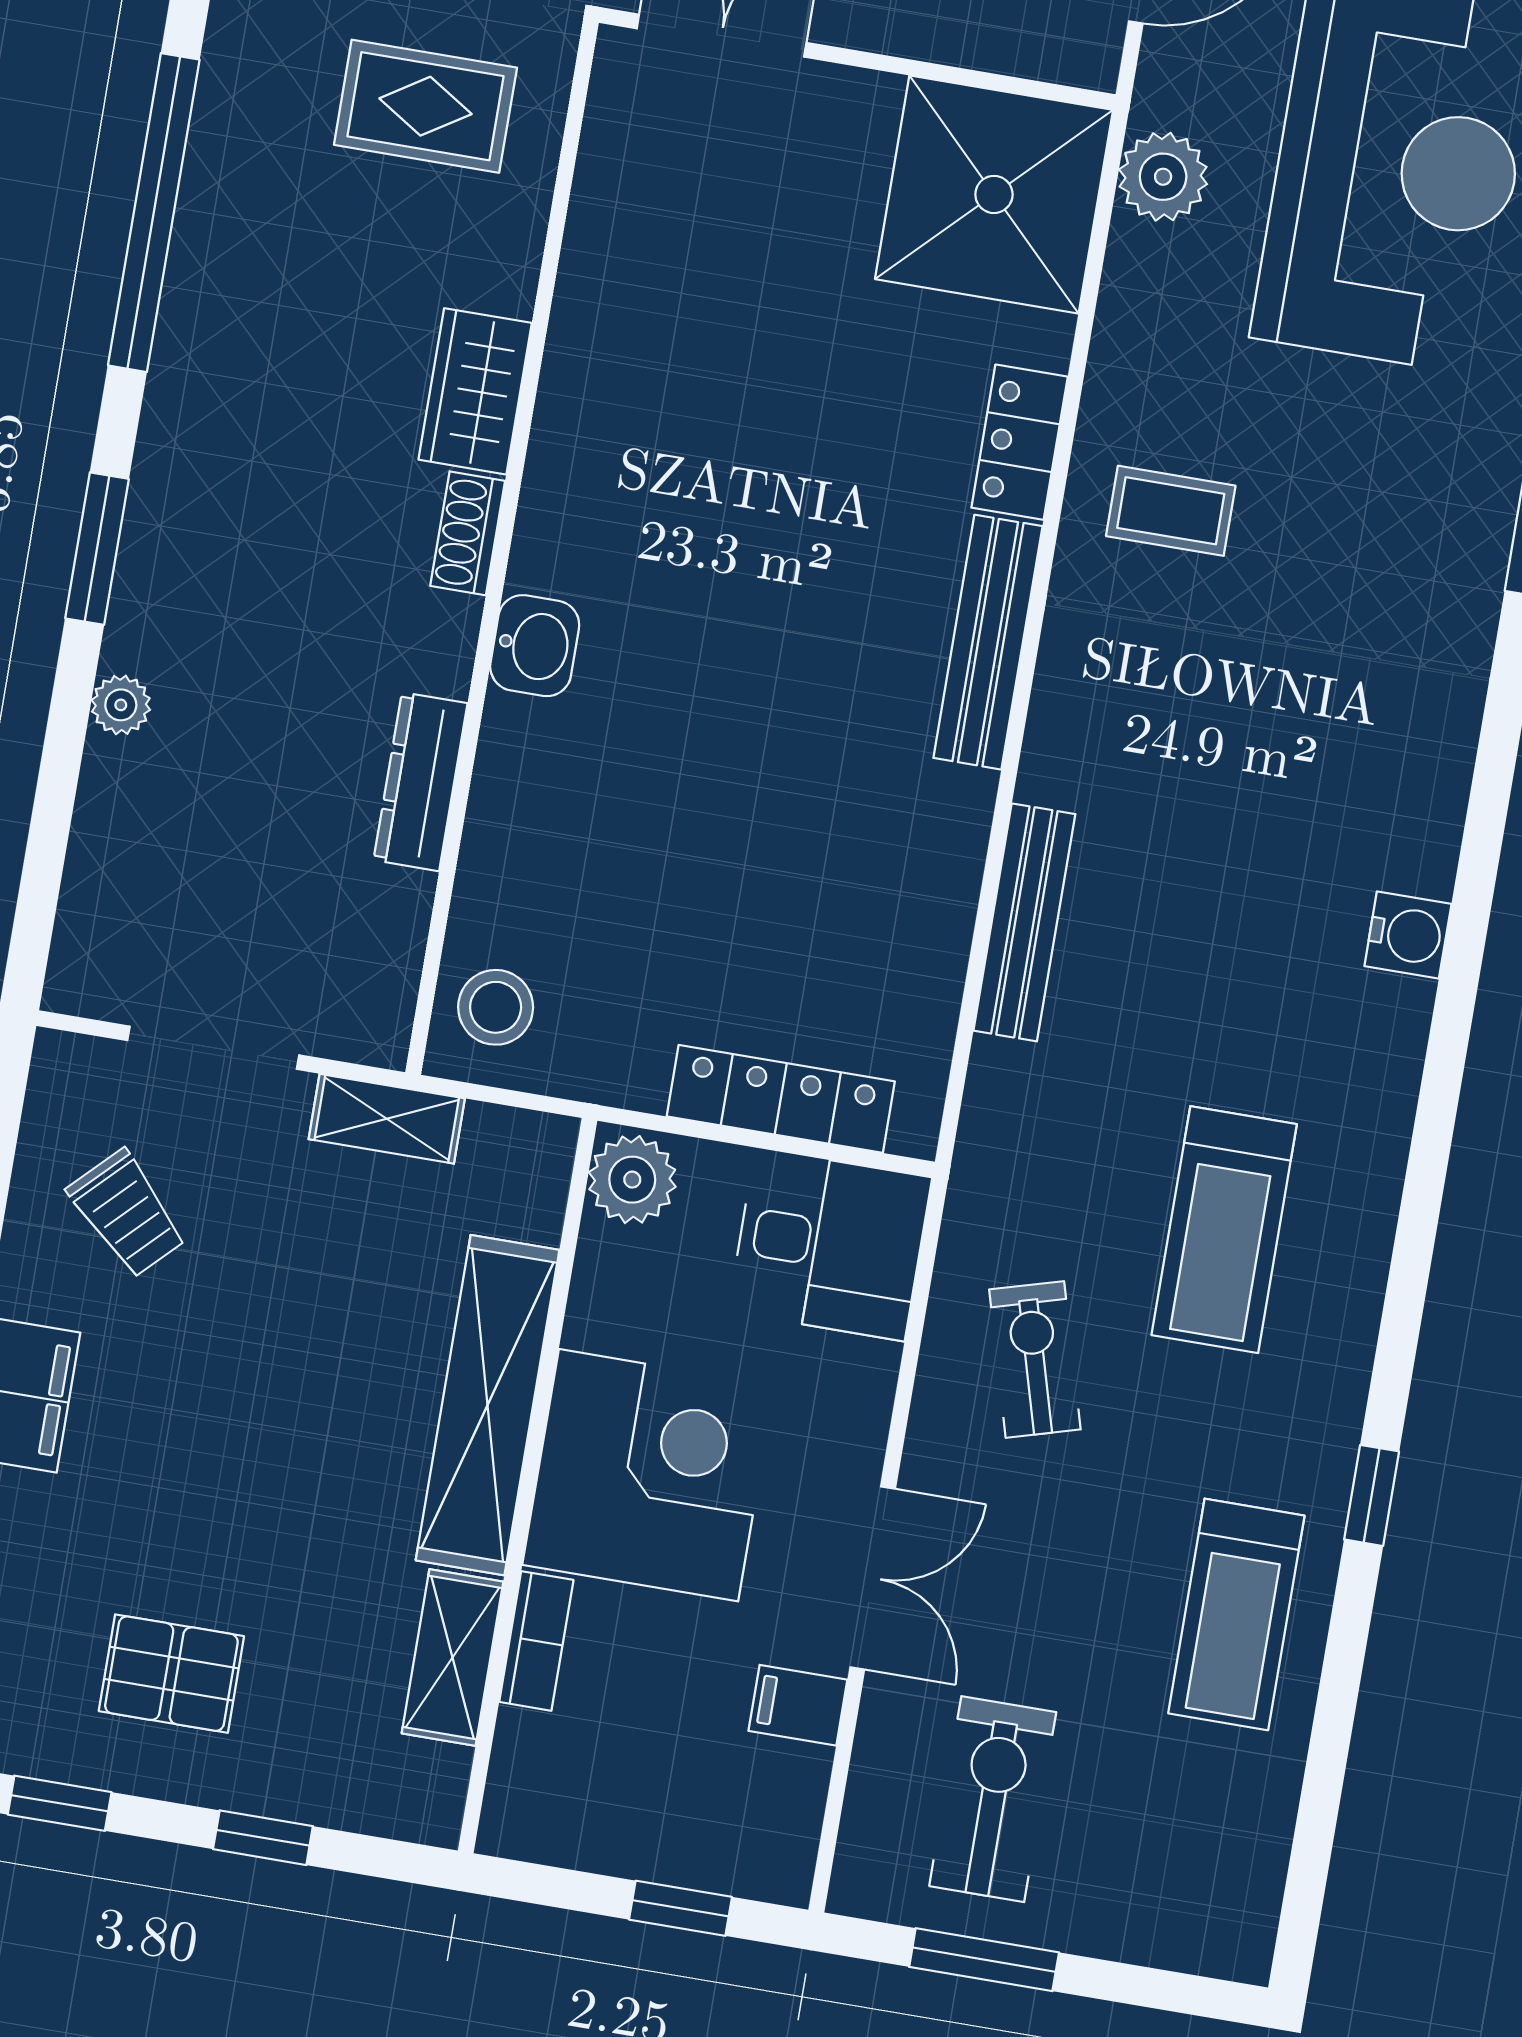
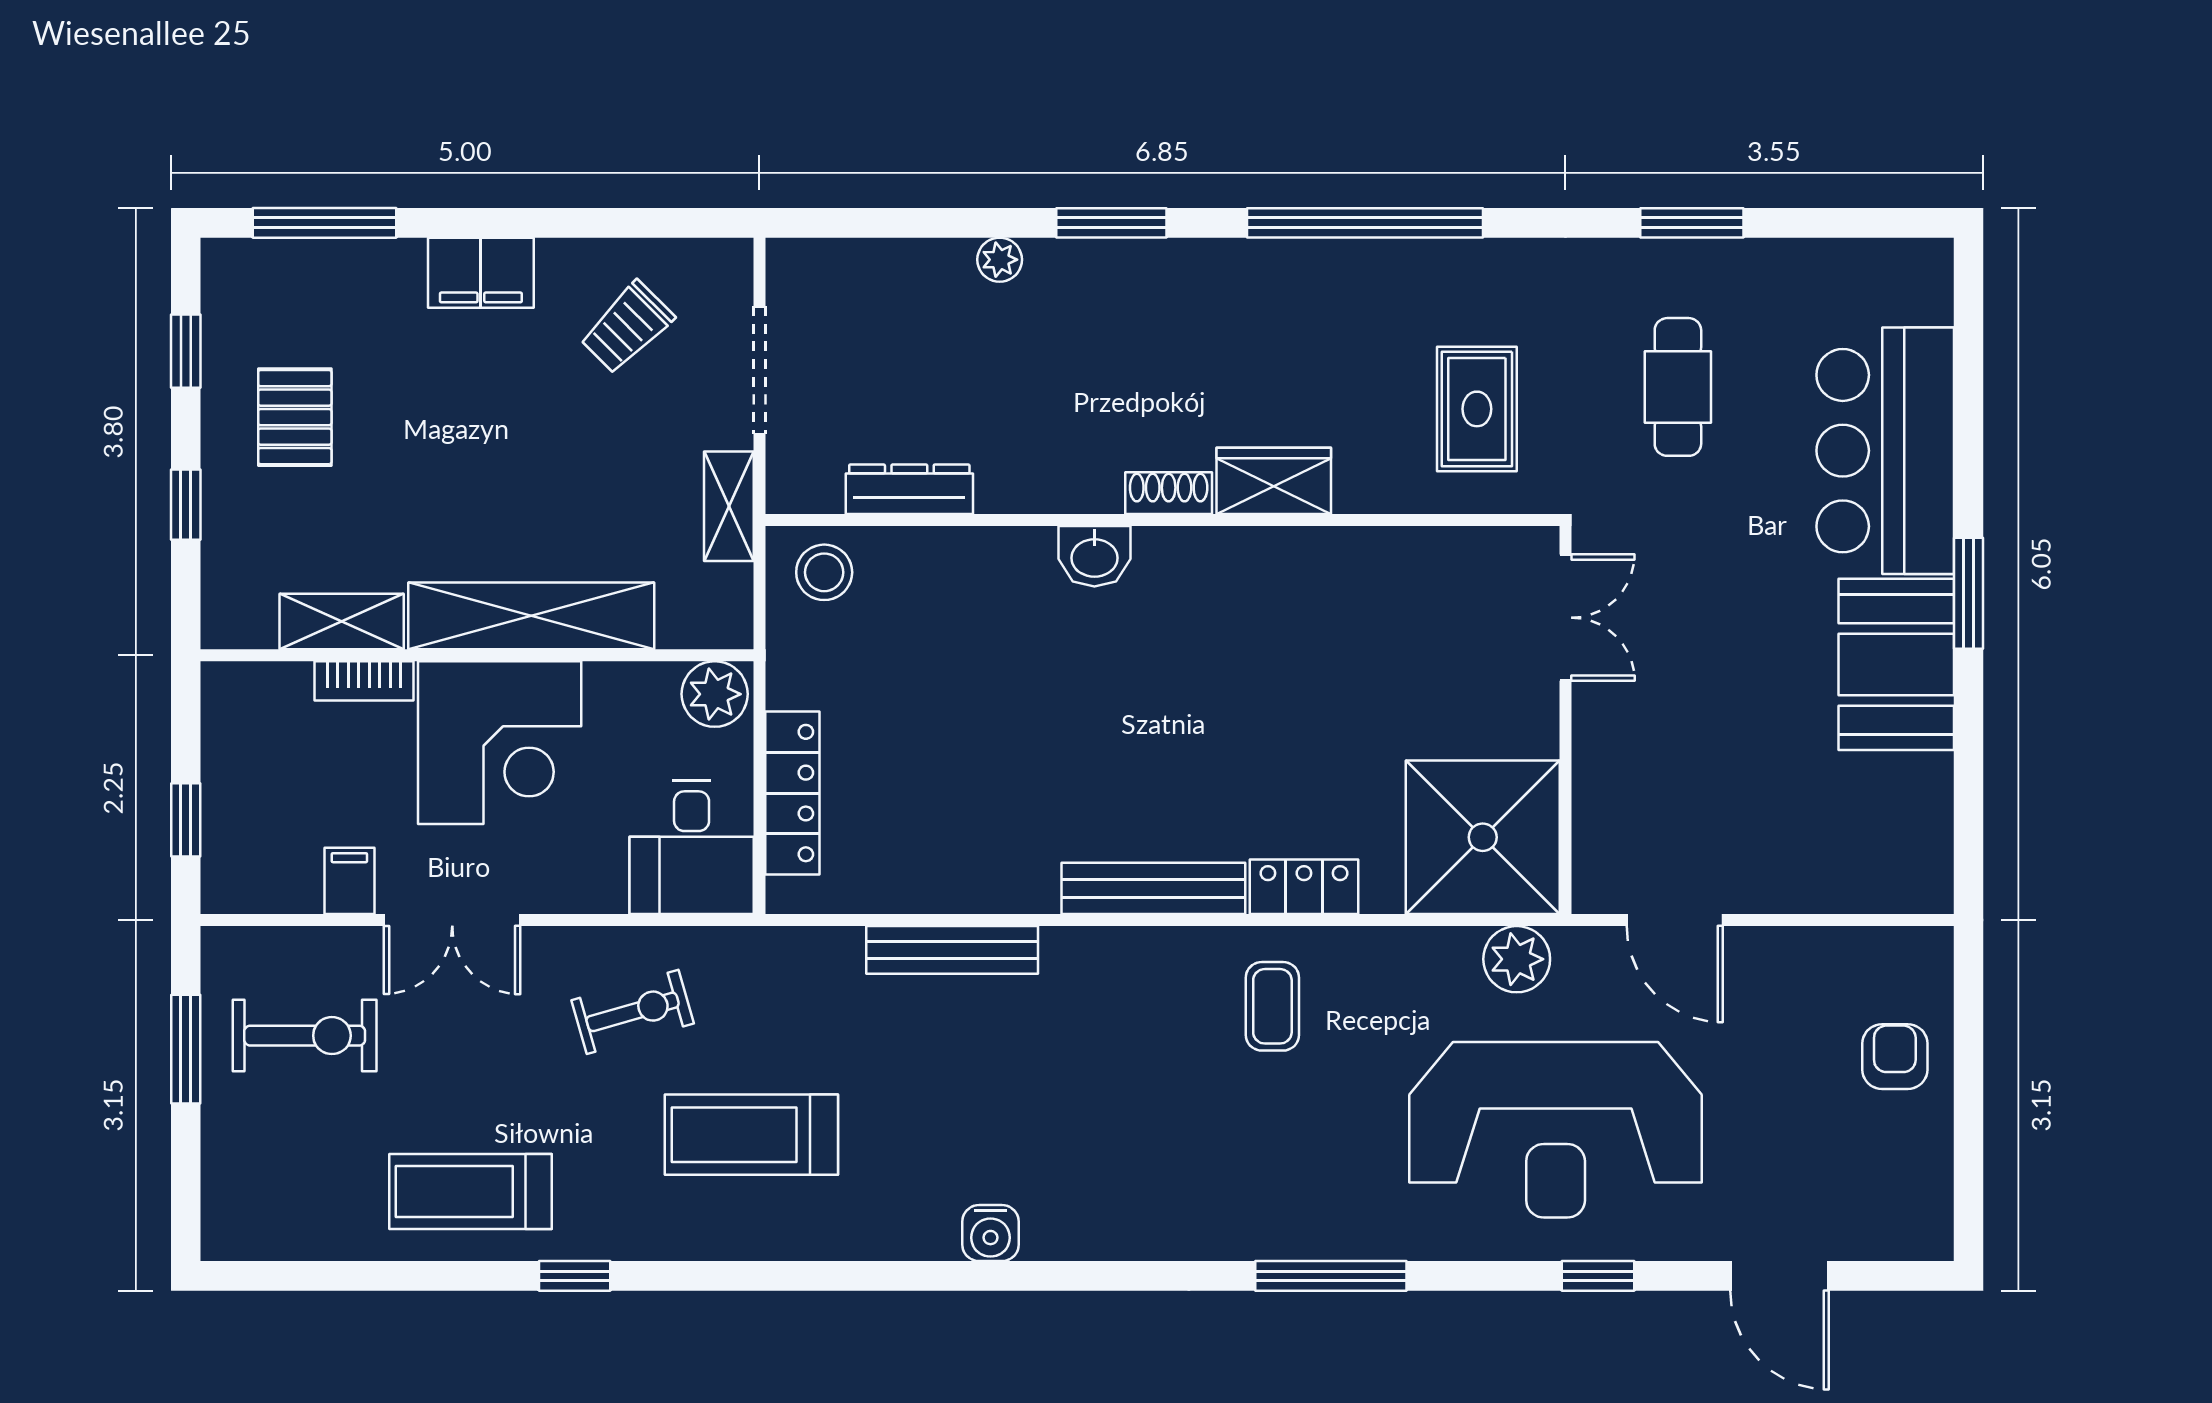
dresser: (421, 782) -> (909, 489), moved

